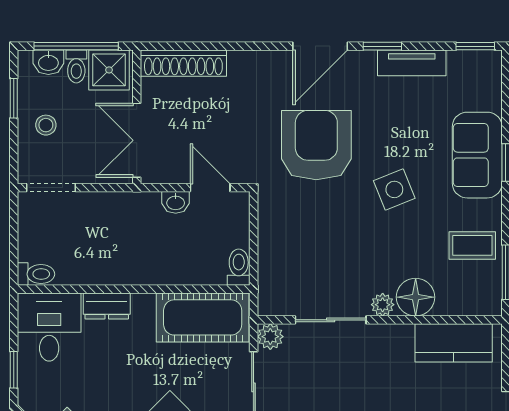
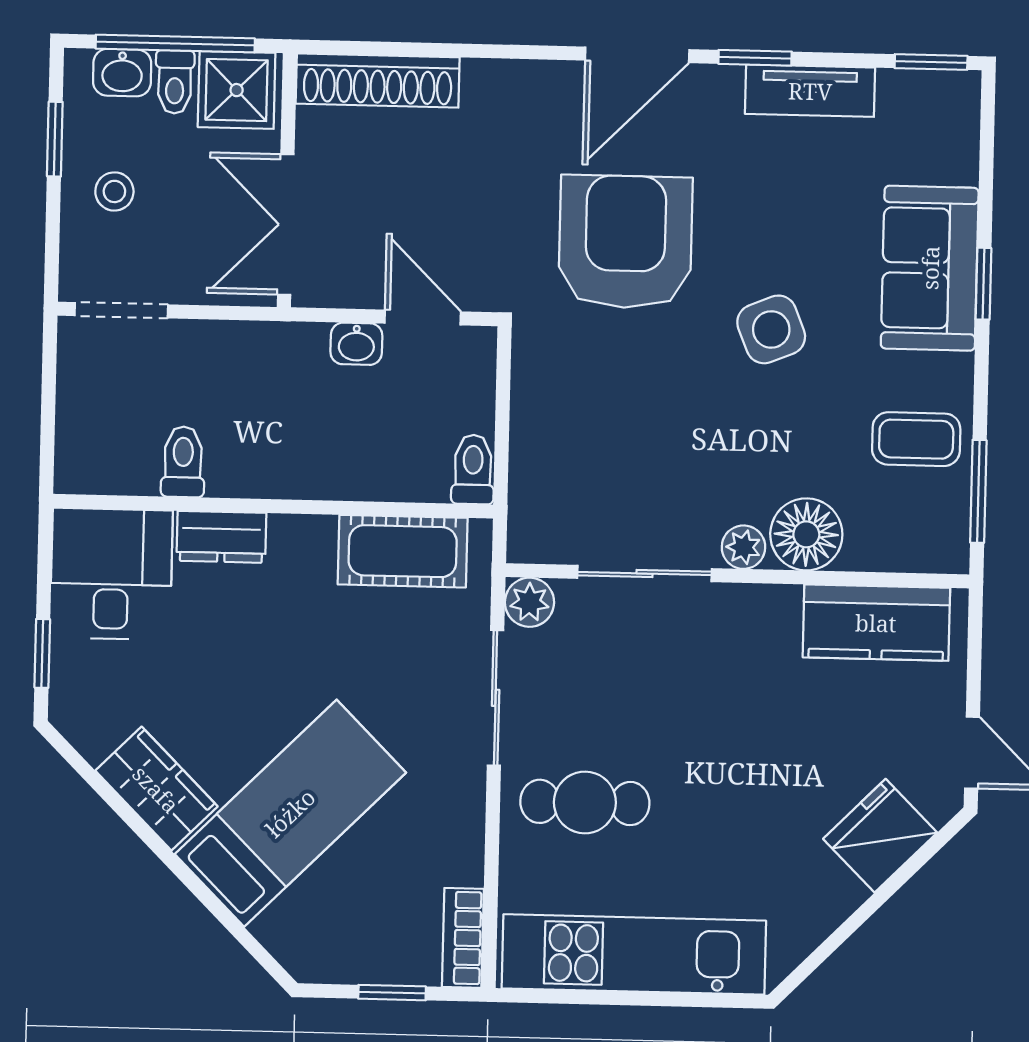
toilet: (36, 274) -> (183, 462), moved, turned -90
cot: (203, 317) -> (403, 551), width x0.73, depth x0.75

